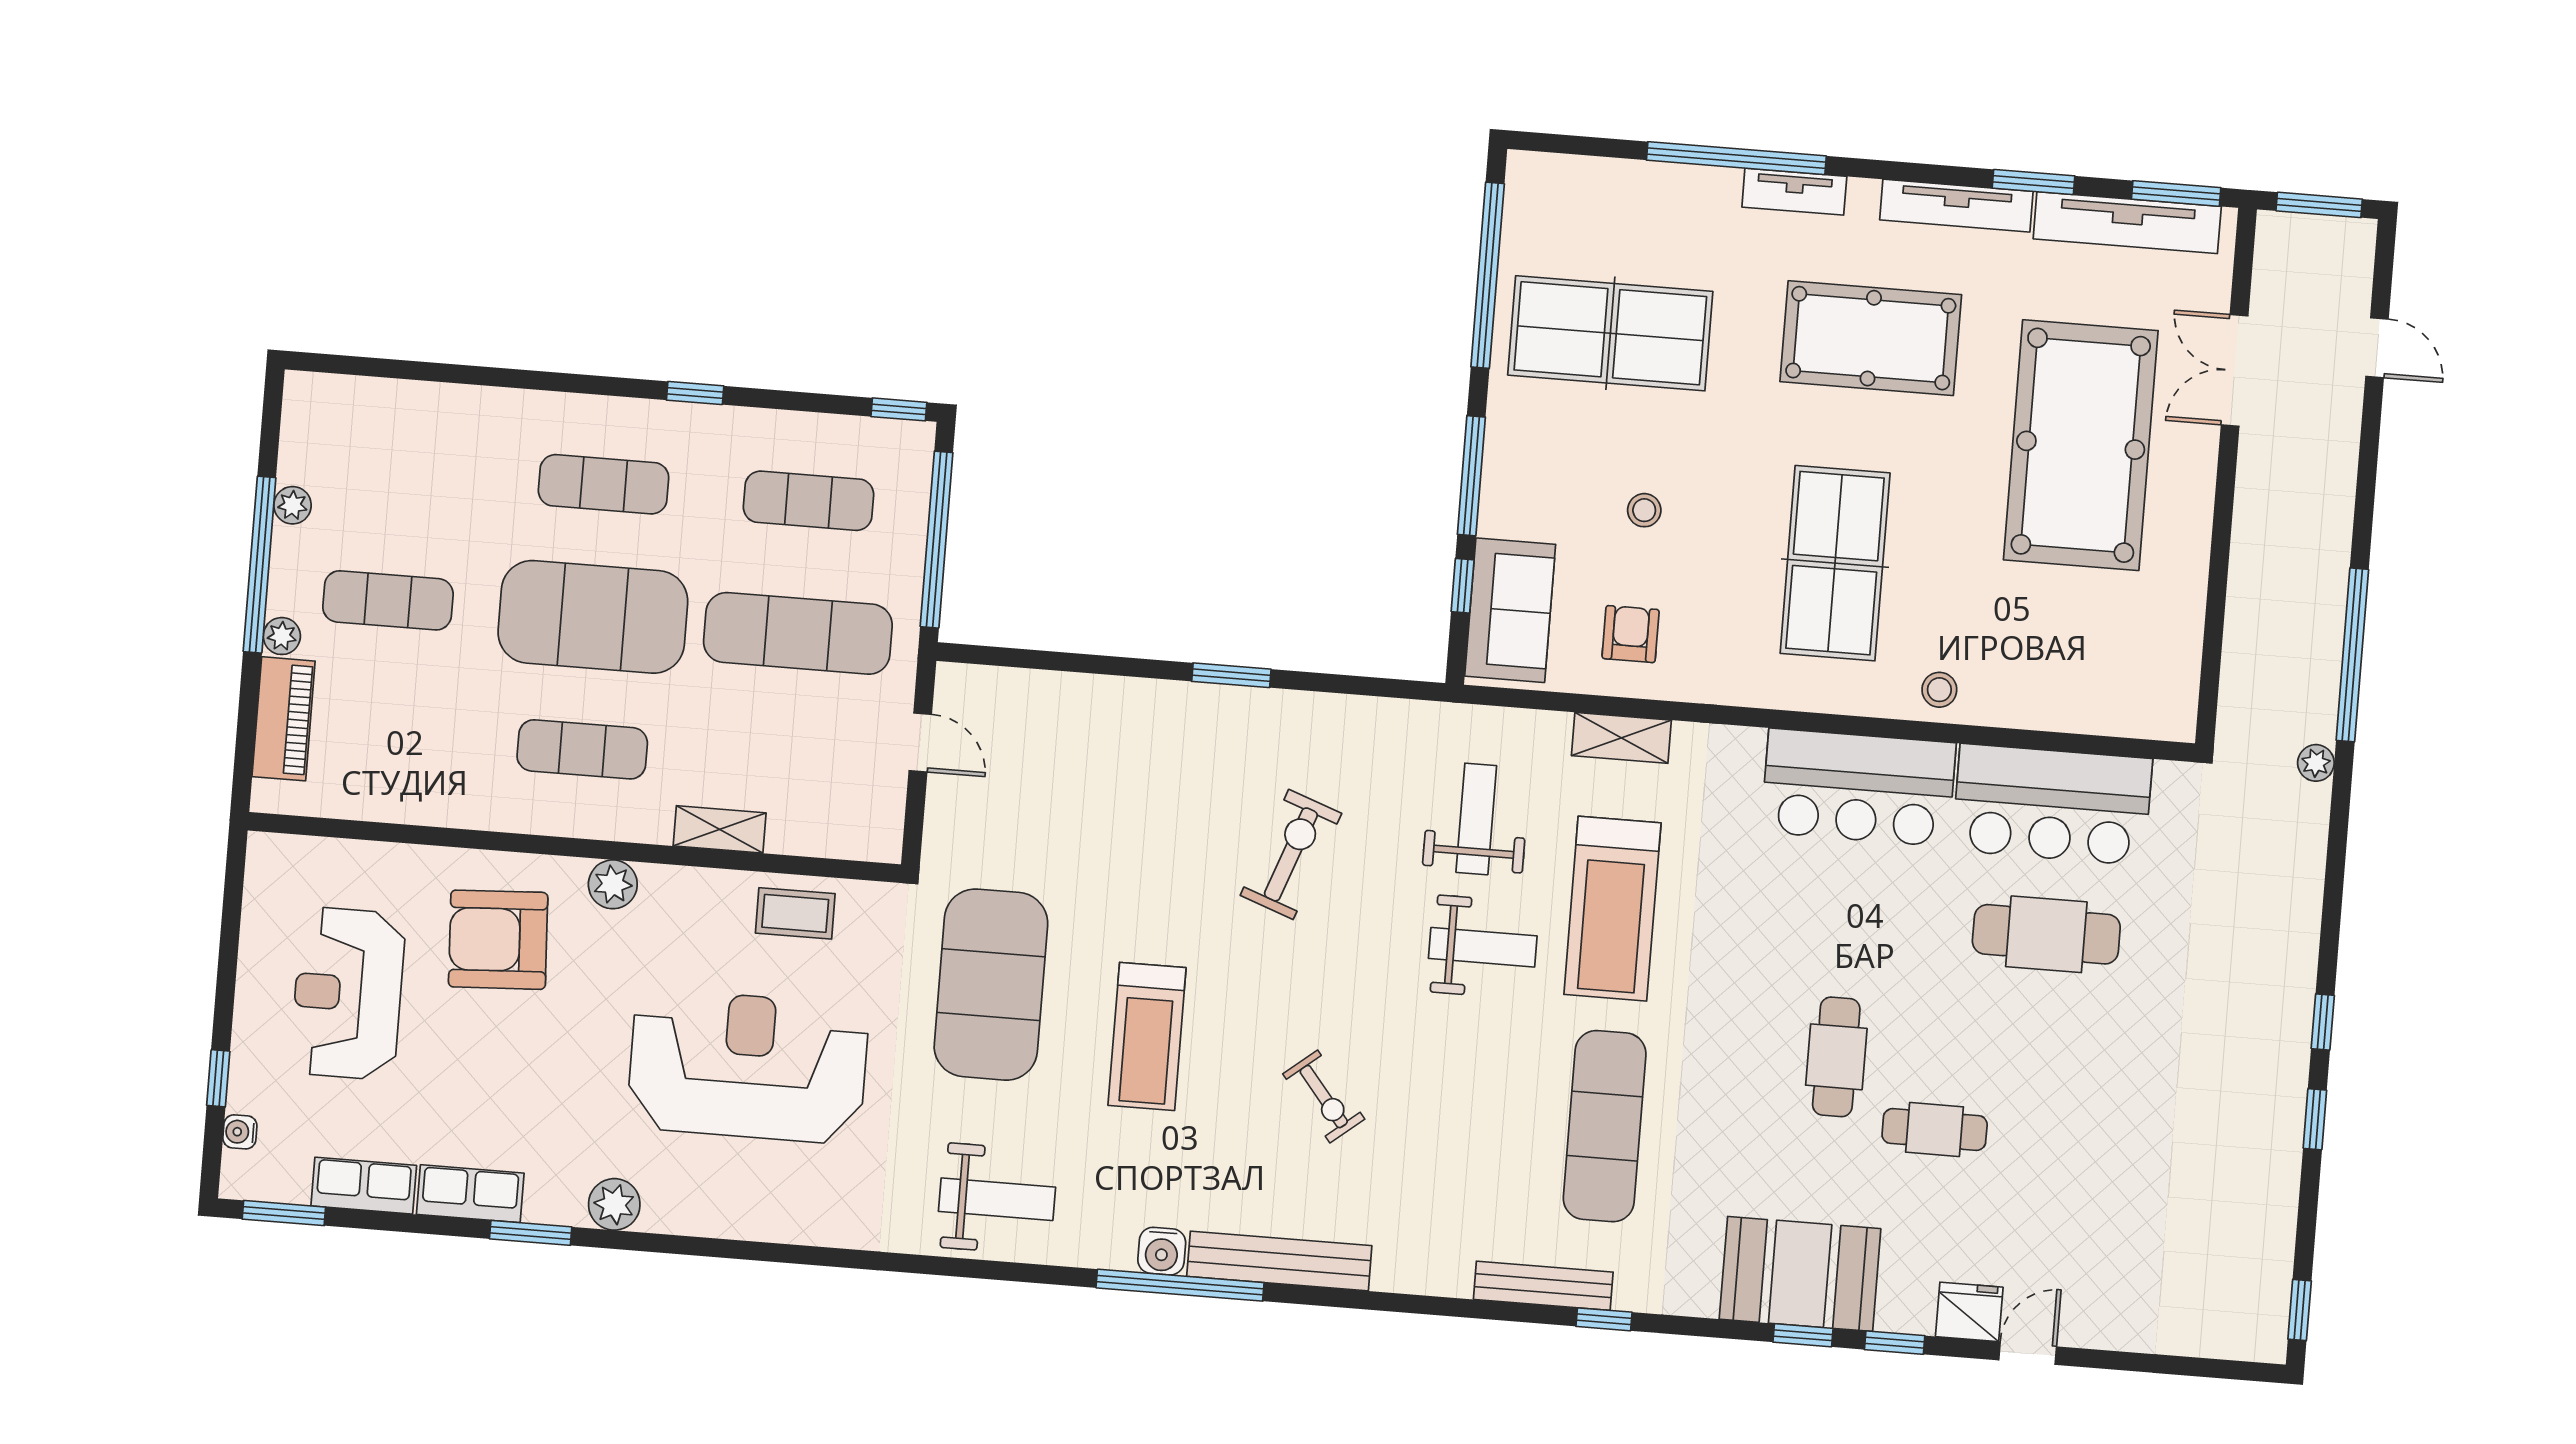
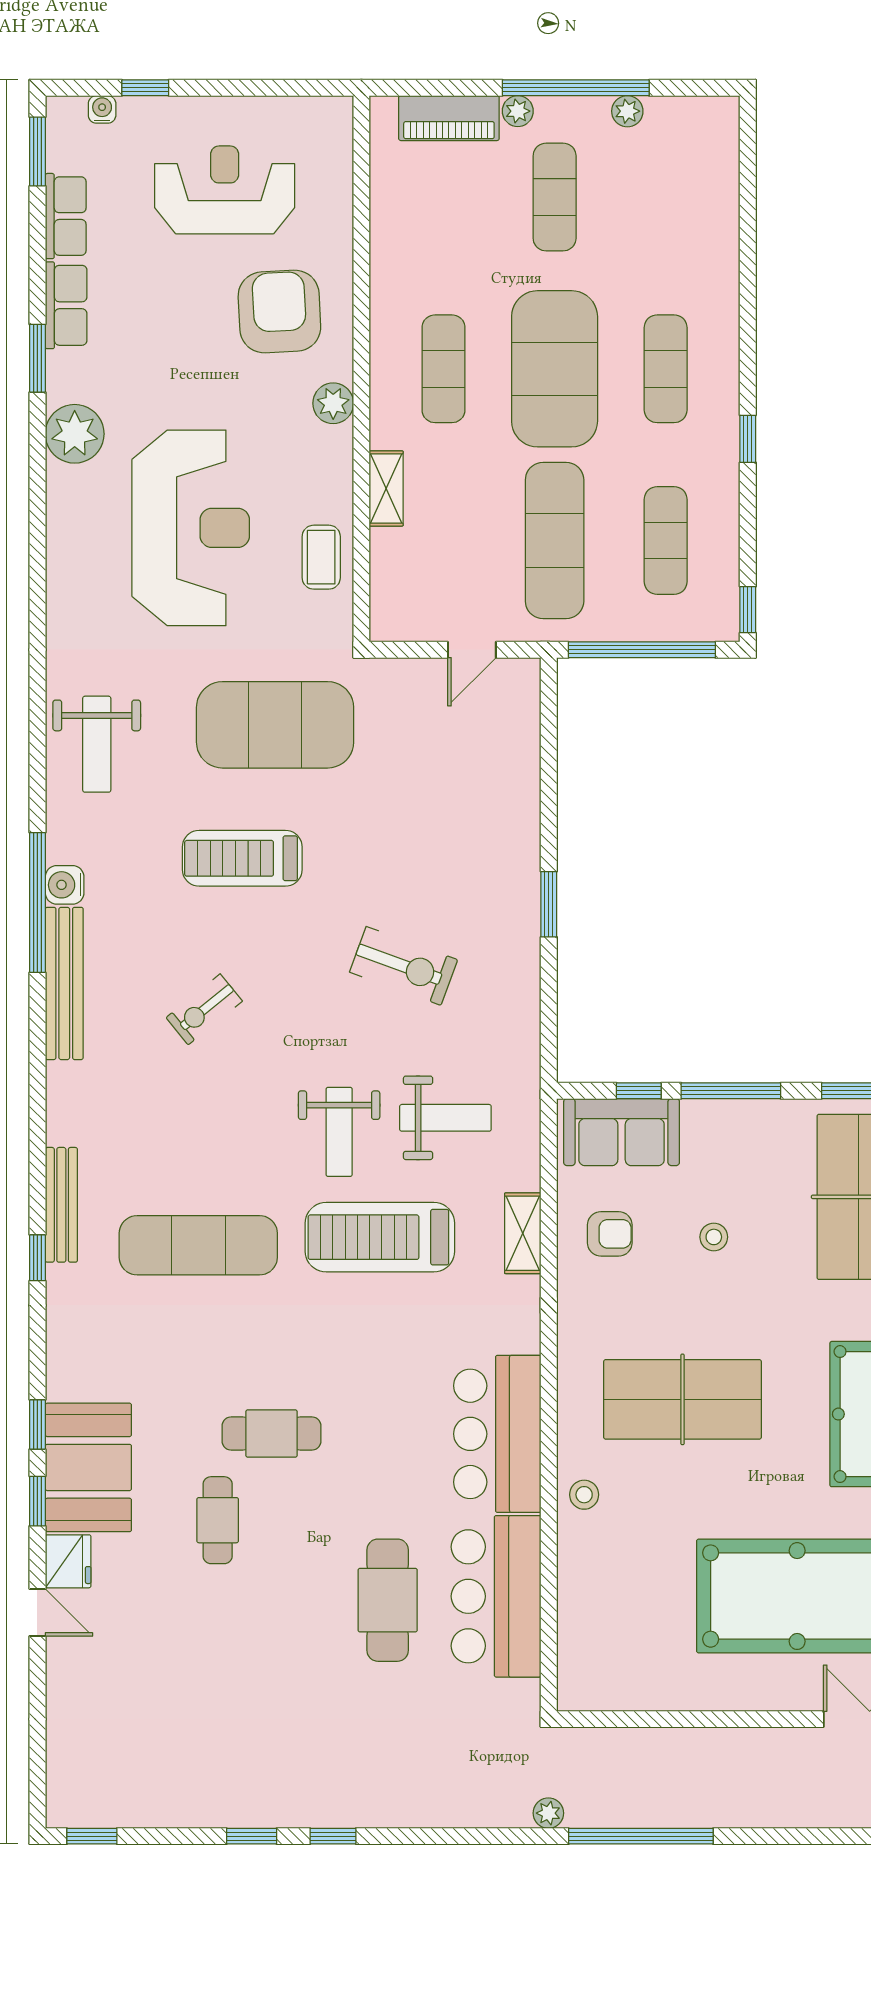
plant: (614, 1204) -> (75, 434), width x1.36, depth x1.36
booth: (1800, 1274) -> (88, 1467), moved

